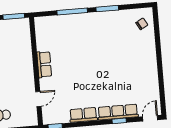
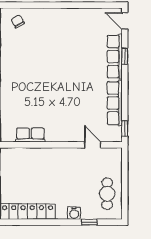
row of seats: (44, 64) -> (30, 135), moved
row of seats: (83, 115) -> (115, 103), width x1.48

